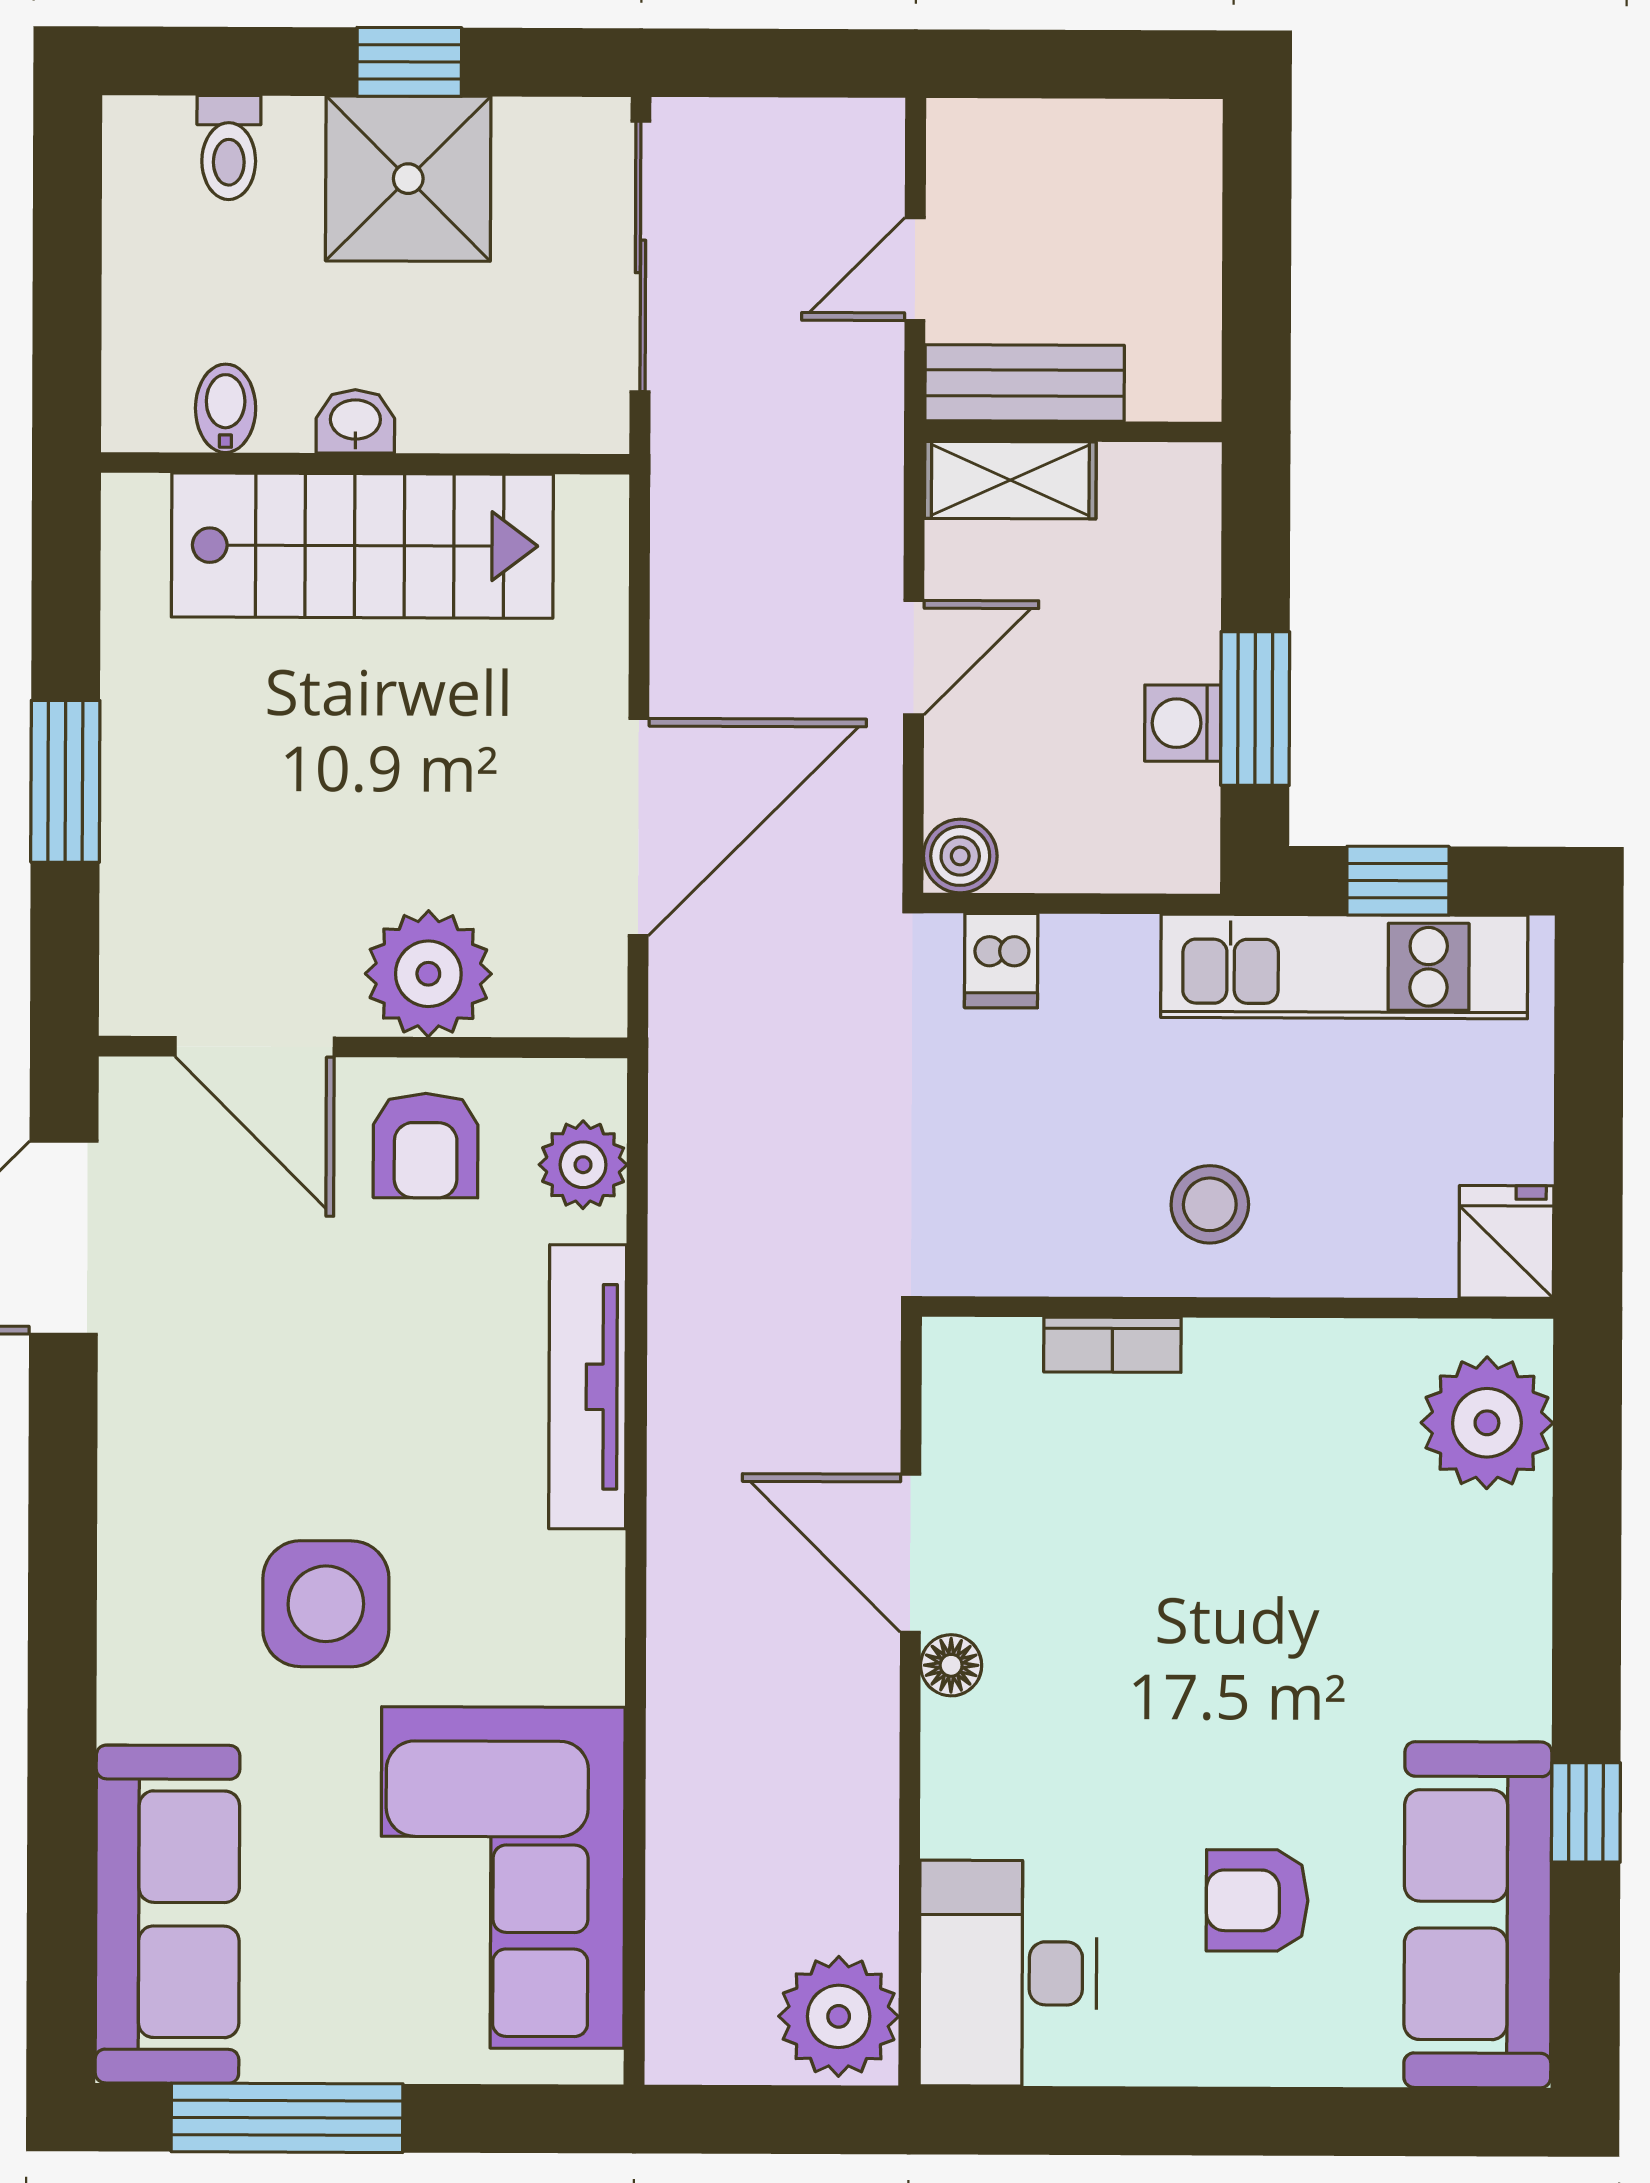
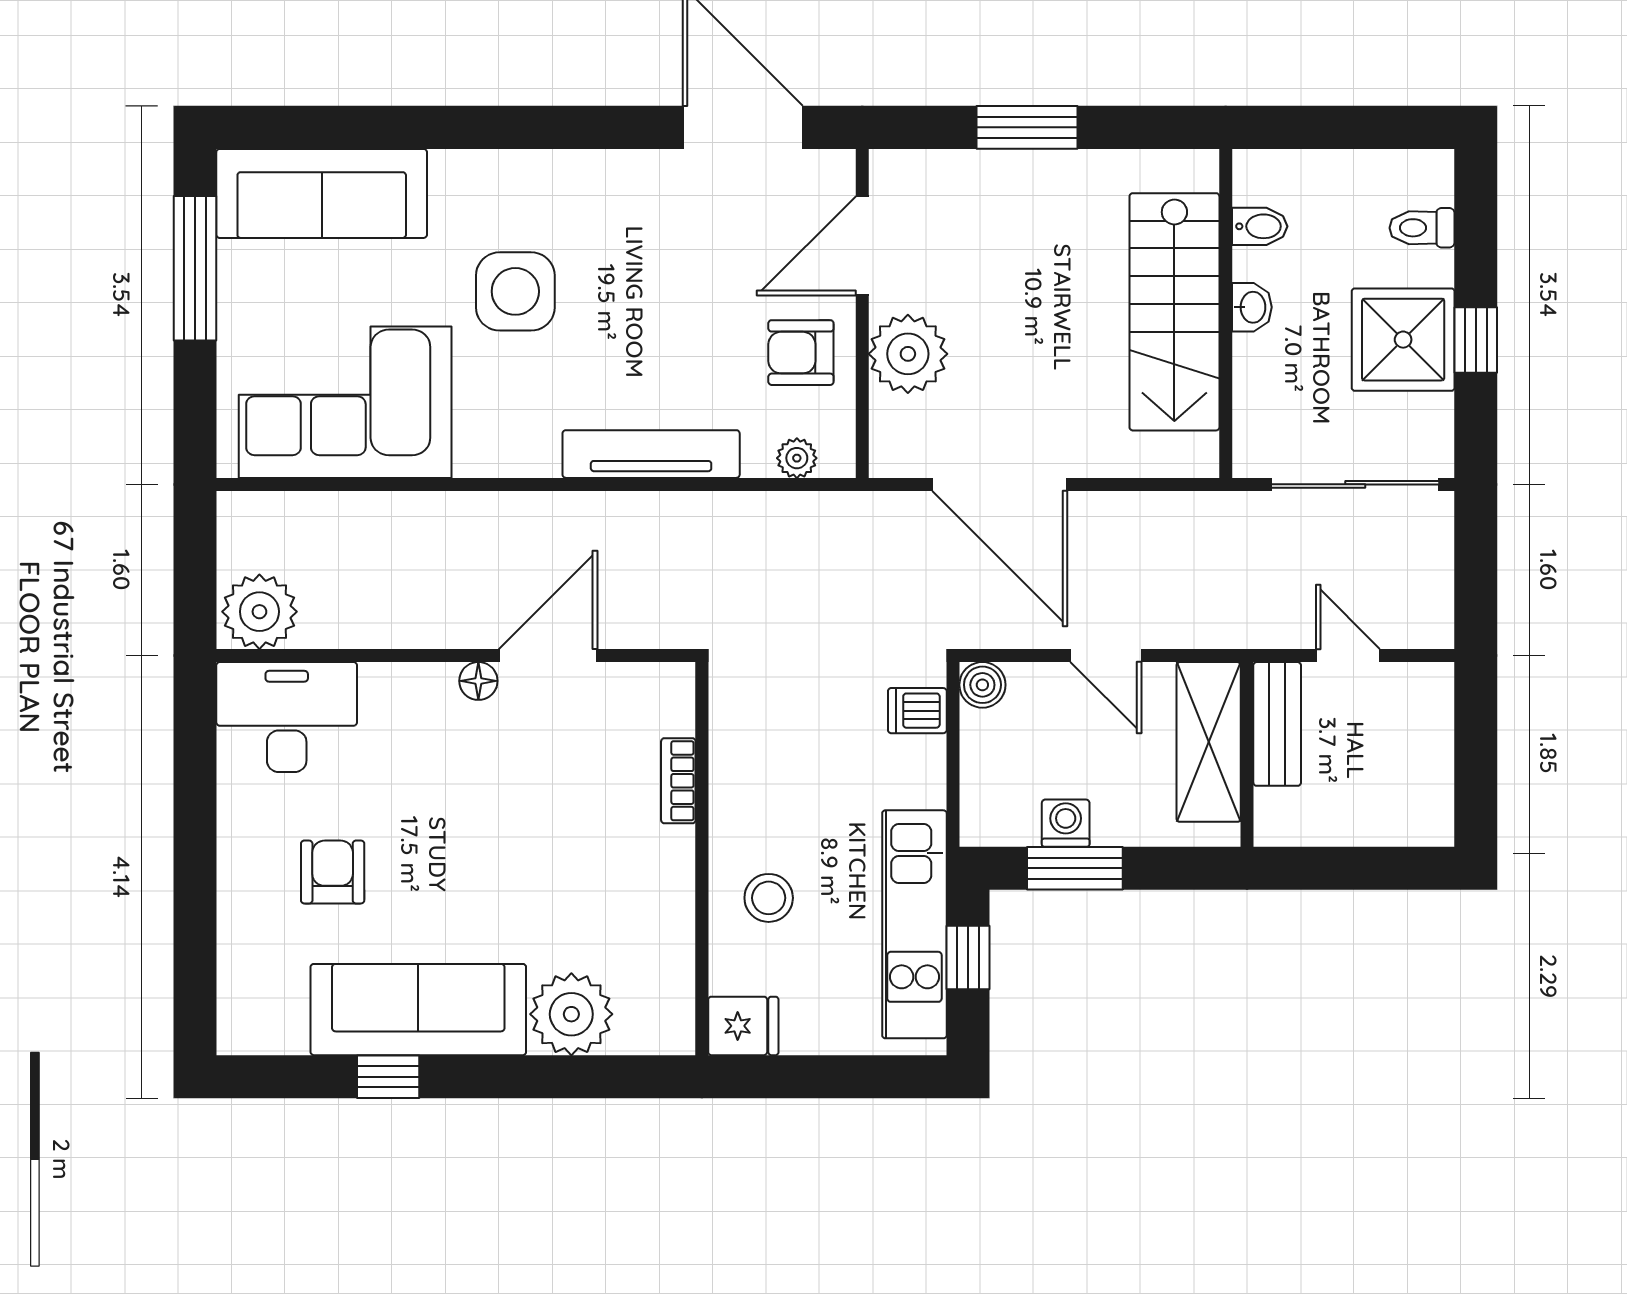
shelving: (1010, 480) -> (1209, 742), width x1.50, depth x1.33
plant: (583, 1165) -> (797, 458), width x0.73, depth x0.73
stool: (1210, 1204) -> (769, 898), moved
plant: (1487, 1423) -> (571, 1014), moved
sofa: (1478, 1915) -> (418, 1010), moved

